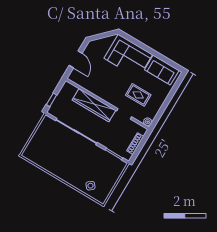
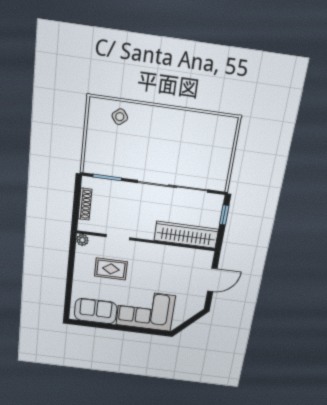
door: (76, 59) -> (212, 280), swing flipped
wardrobe: (94, 105) -> (186, 235), moved

